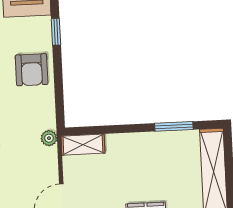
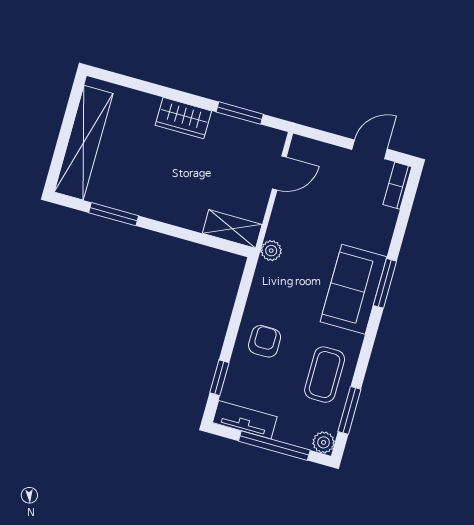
armchair: (32, 70) -> (265, 341), width x0.72, depth x0.72

